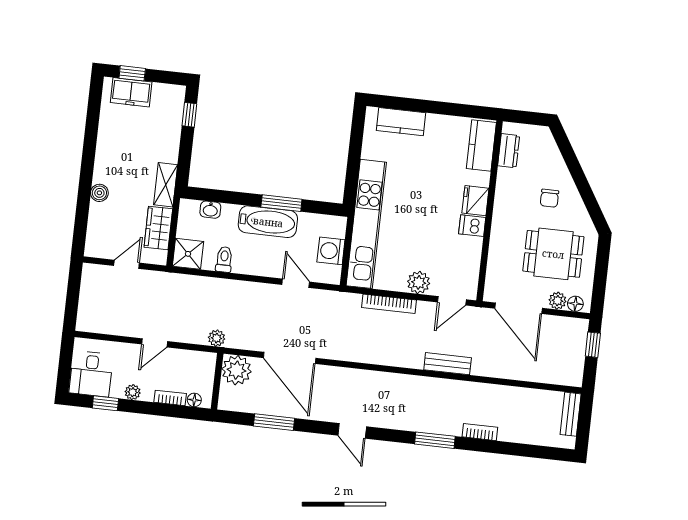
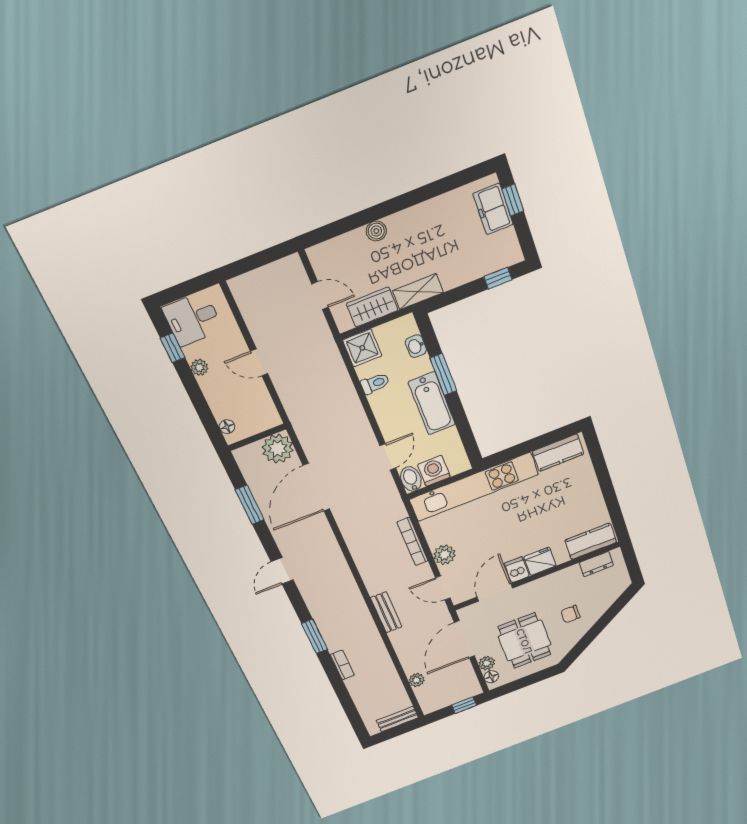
kitchen counter: (401, 122) -> (558, 453), moved, turned -90
window: (281, 203) -> (443, 374), moved
door: (484, 257) -> (495, 592), added
bidet: (328, 274) -> (411, 479), added
plant: (217, 338) -> (417, 680), moved
bookcase: (170, 398) -> (215, 404), removed

